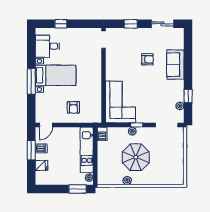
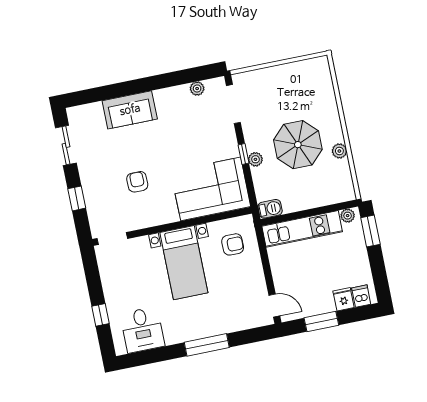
armchair: (147, 59) -> (137, 182), moved
bed with nightstands: (56, 75) -> (184, 263), moved, turned 180
window: (188, 96) -> (178, 78), removed
armchair: (73, 107) -> (233, 244), moved
dishwasher: (41, 148) -> (361, 296), moved

